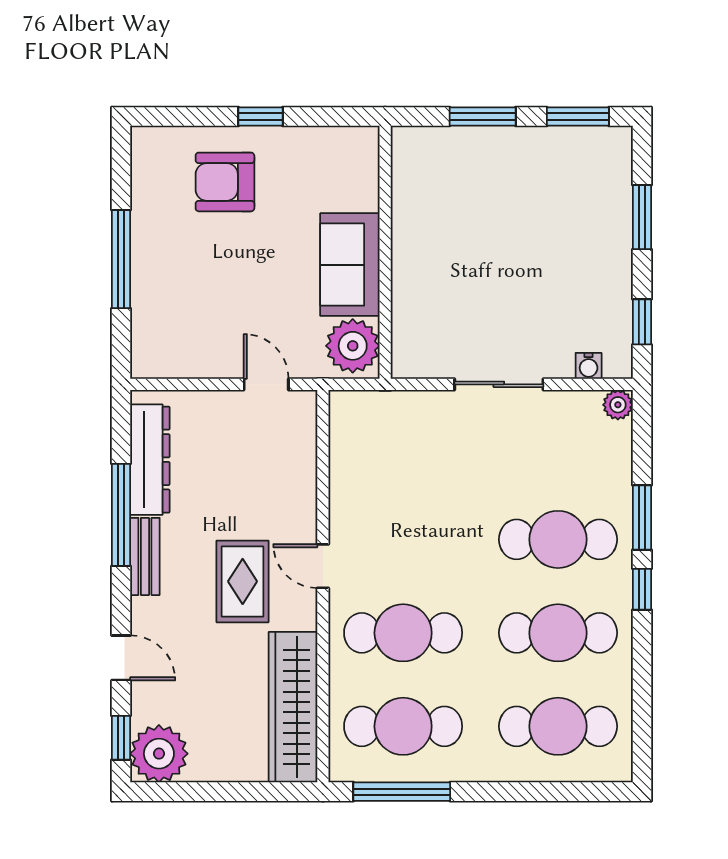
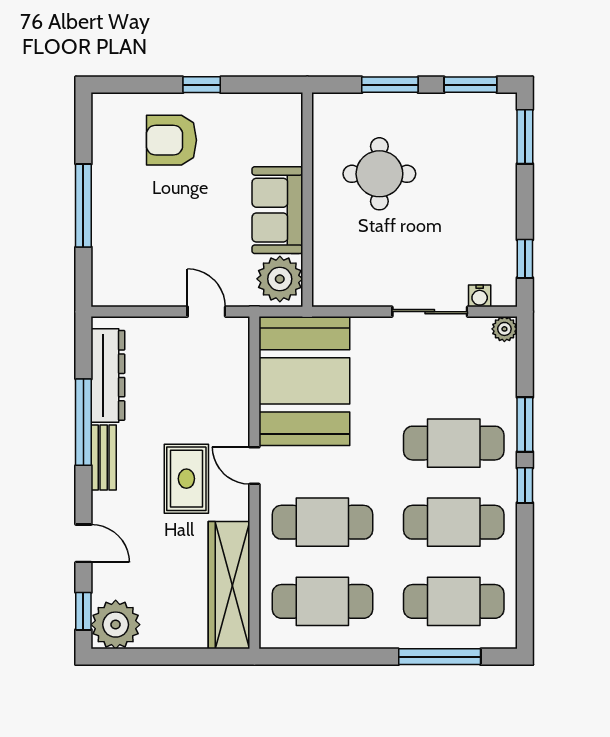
window: (642, 217) -> (525, 137), moved
round table: (470, 222) -> (379, 174), added
sliding door: (499, 384) -> (430, 312), moved
booth: (382, 466) -> (304, 381), added
window: (402, 792) -> (440, 657), moved

